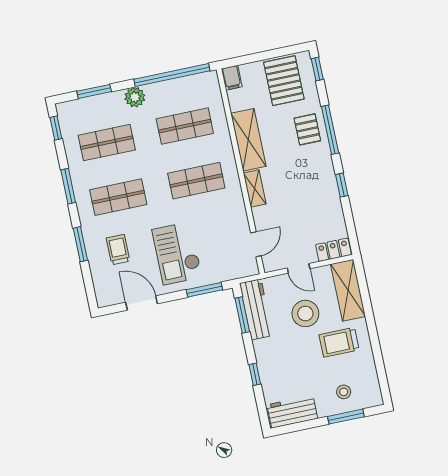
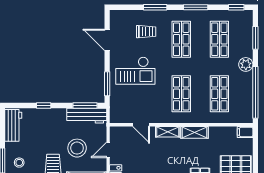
shelving: (248, 140) -> (194, 132), width x0.67, depth x0.75
door: (256, 244) -> (141, 125), moved
checkout: (177, 253) -> (135, 71), turned 180
door: (142, 303) -> (107, 40), swing flipped

